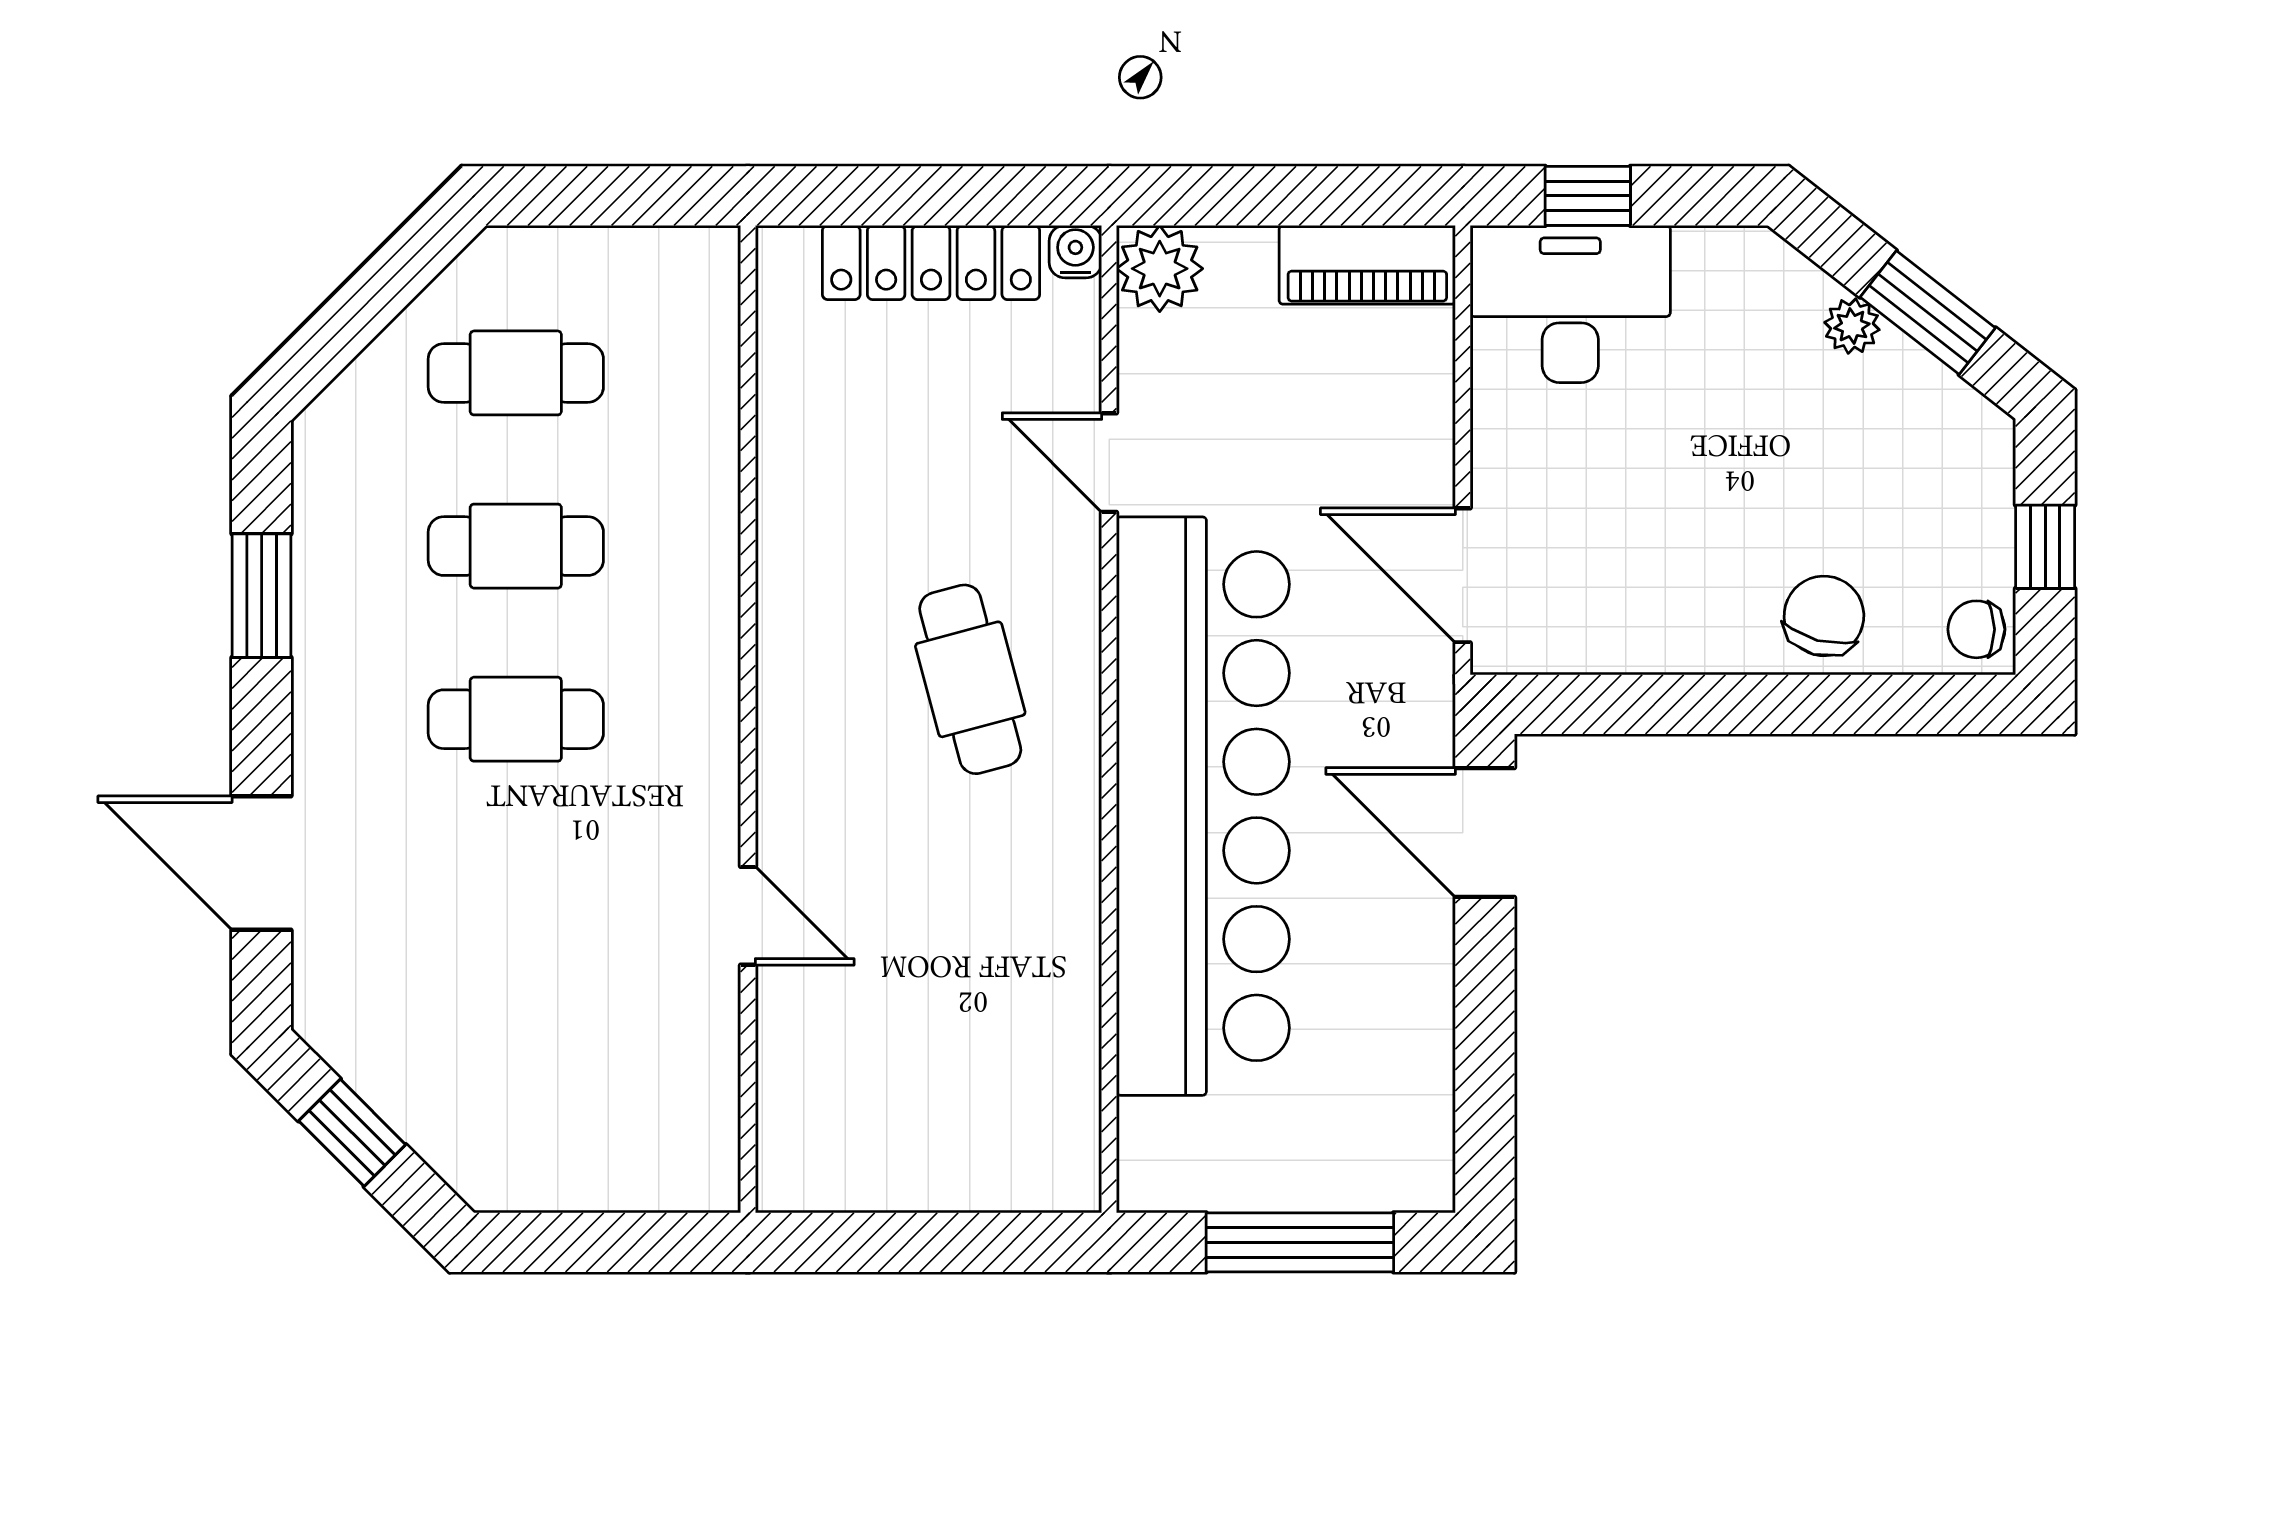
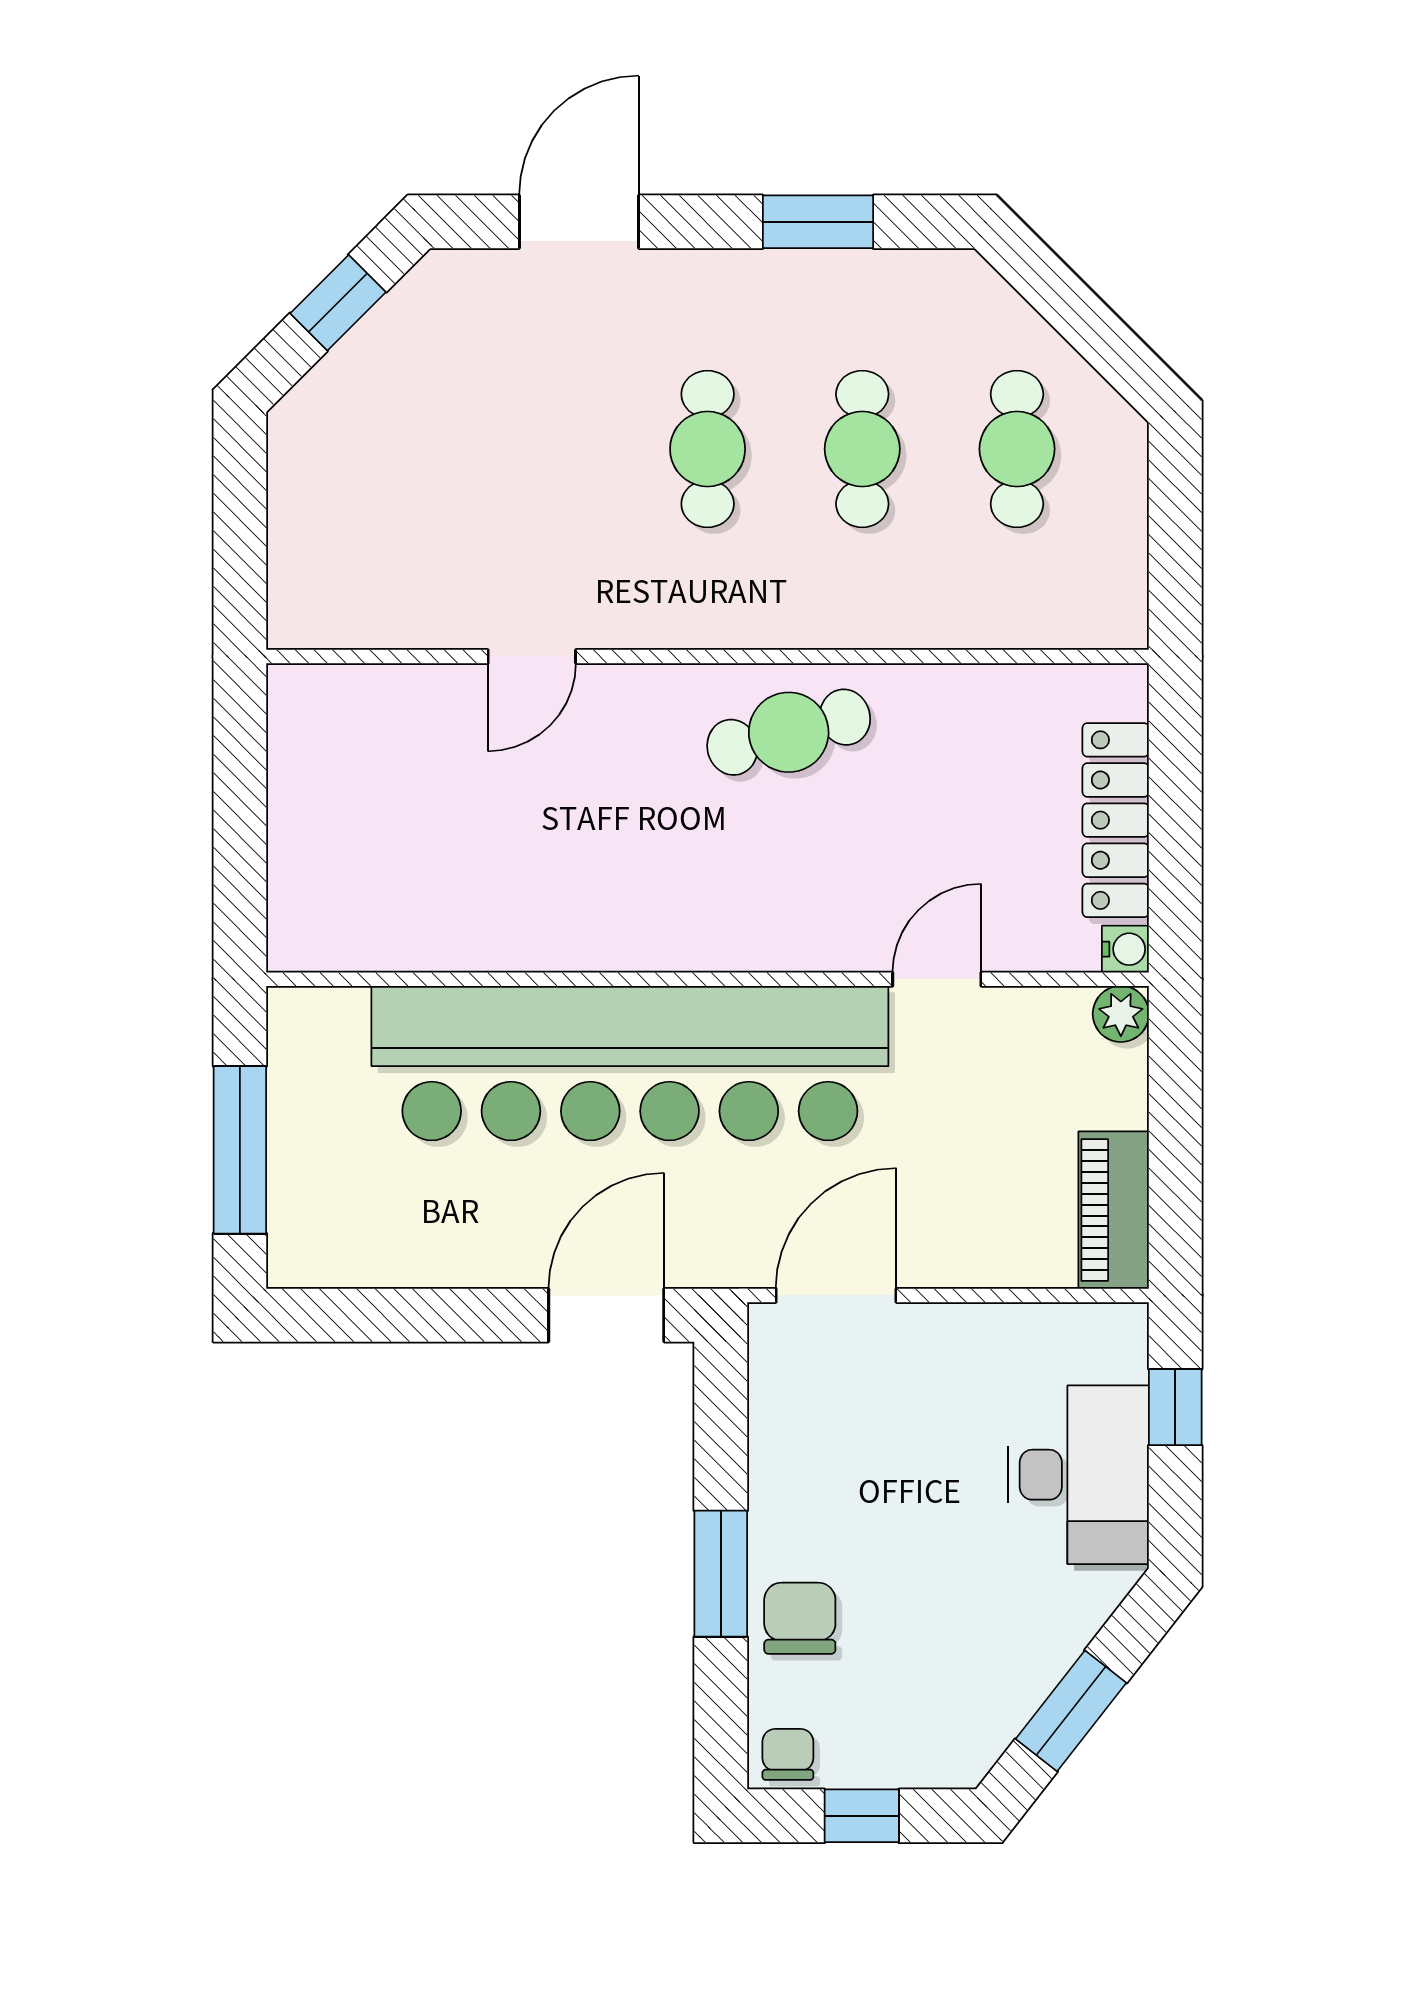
plant: (1160, 269) -> (1121, 1014), width x0.73, depth x0.73
desk: (1570, 304) -> (1079, 1475), moved
plant: (1852, 326) -> (1059, 1643), removed
chair: (1824, 616) -> (800, 1618), turned -105
cafe table: (970, 679) -> (789, 732), moved
window: (1774, 704) -> (721, 1574), added

